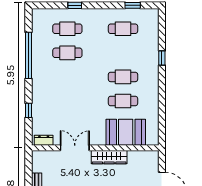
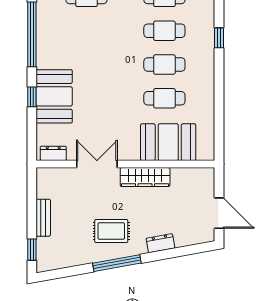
cafe table: (67, 53) -> (164, 31), moved
booth: (44, 100) -> (54, 96), added
window: (28, 110) -> (32, 97), moved

